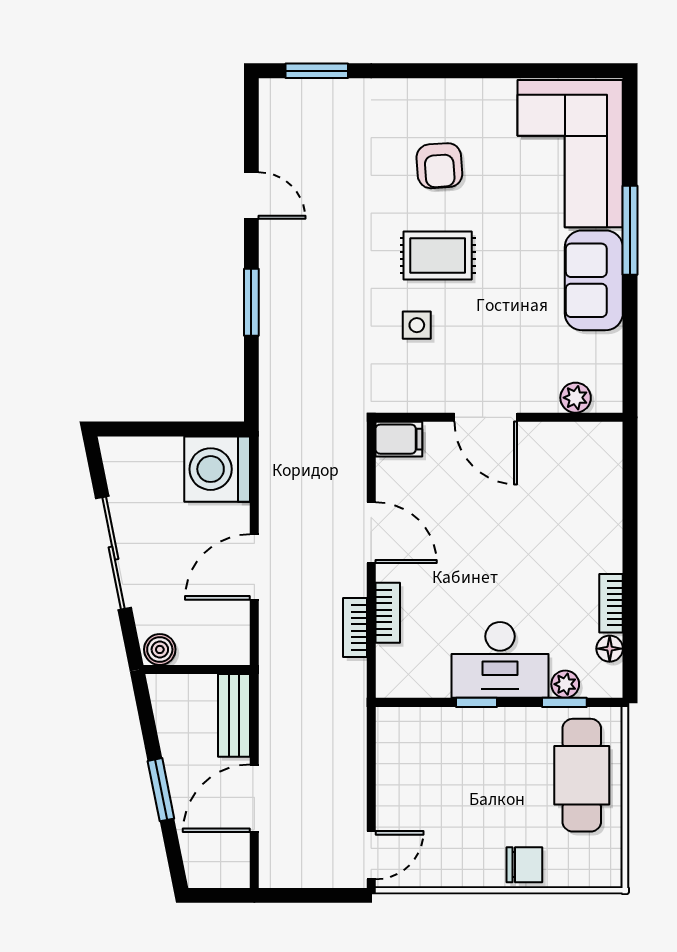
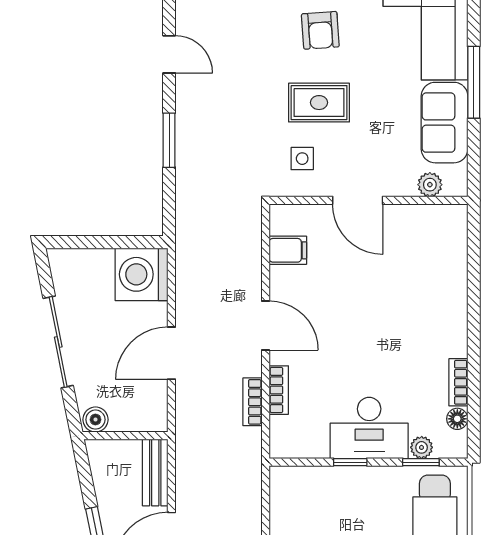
plant: (576, 398) -> (430, 185), moved
door: (486, 417) -> (358, 200), moved
wall: (499, 417) -> (368, 200), moved

